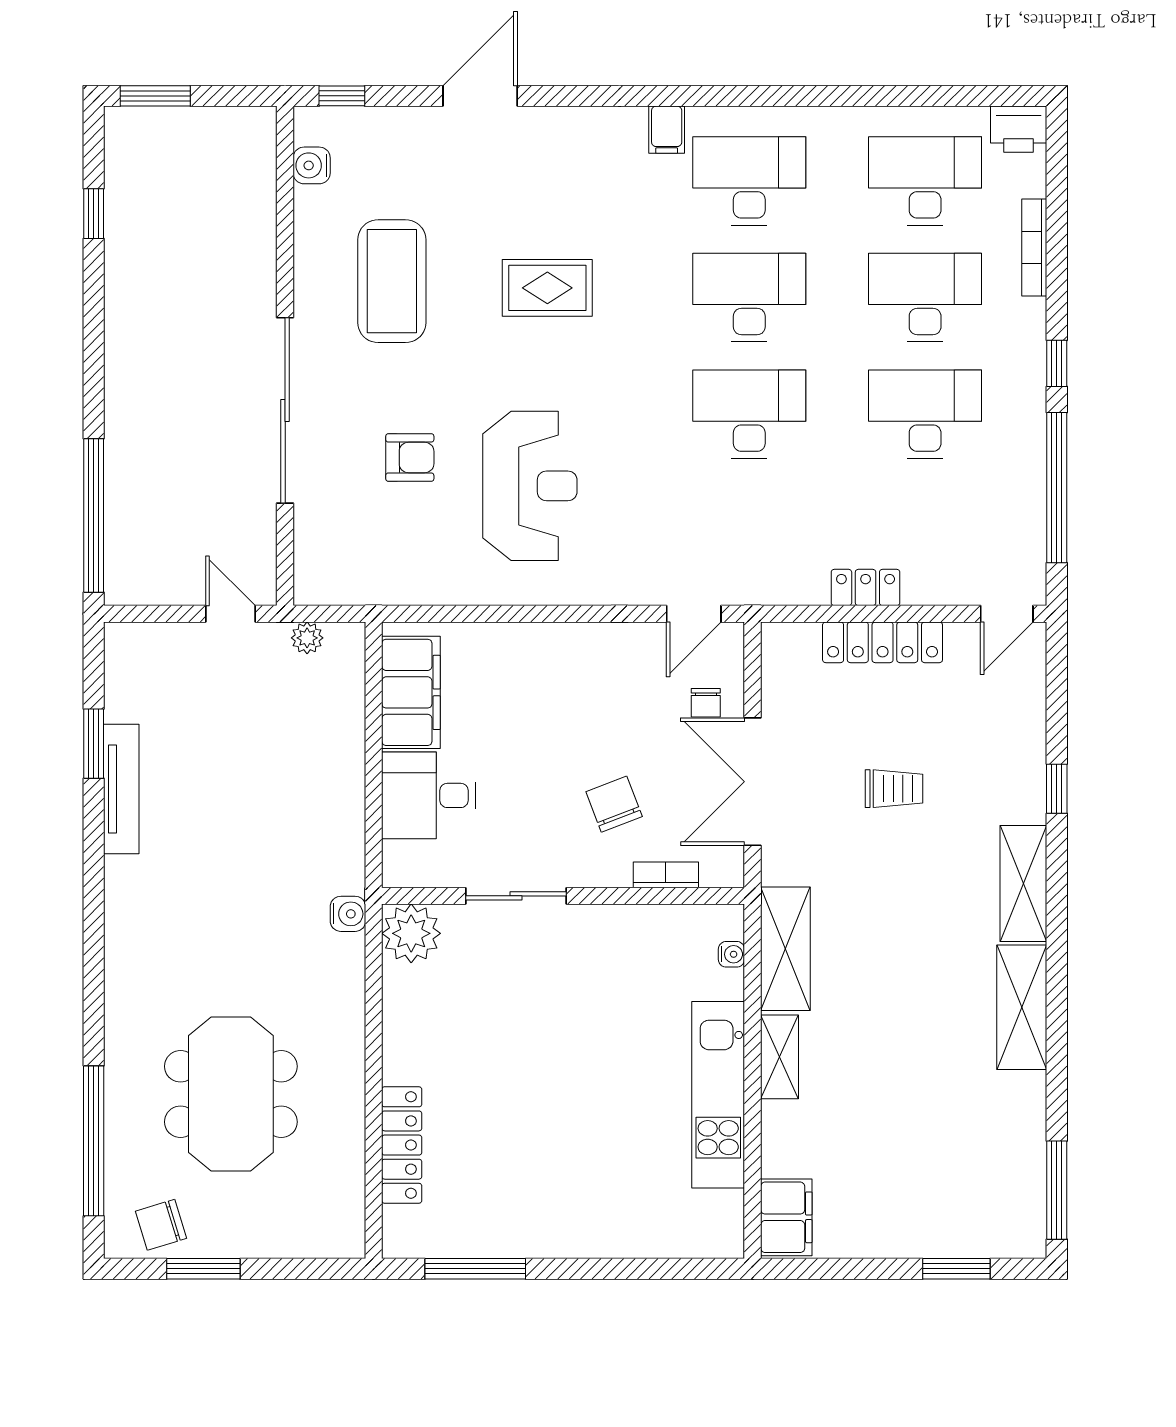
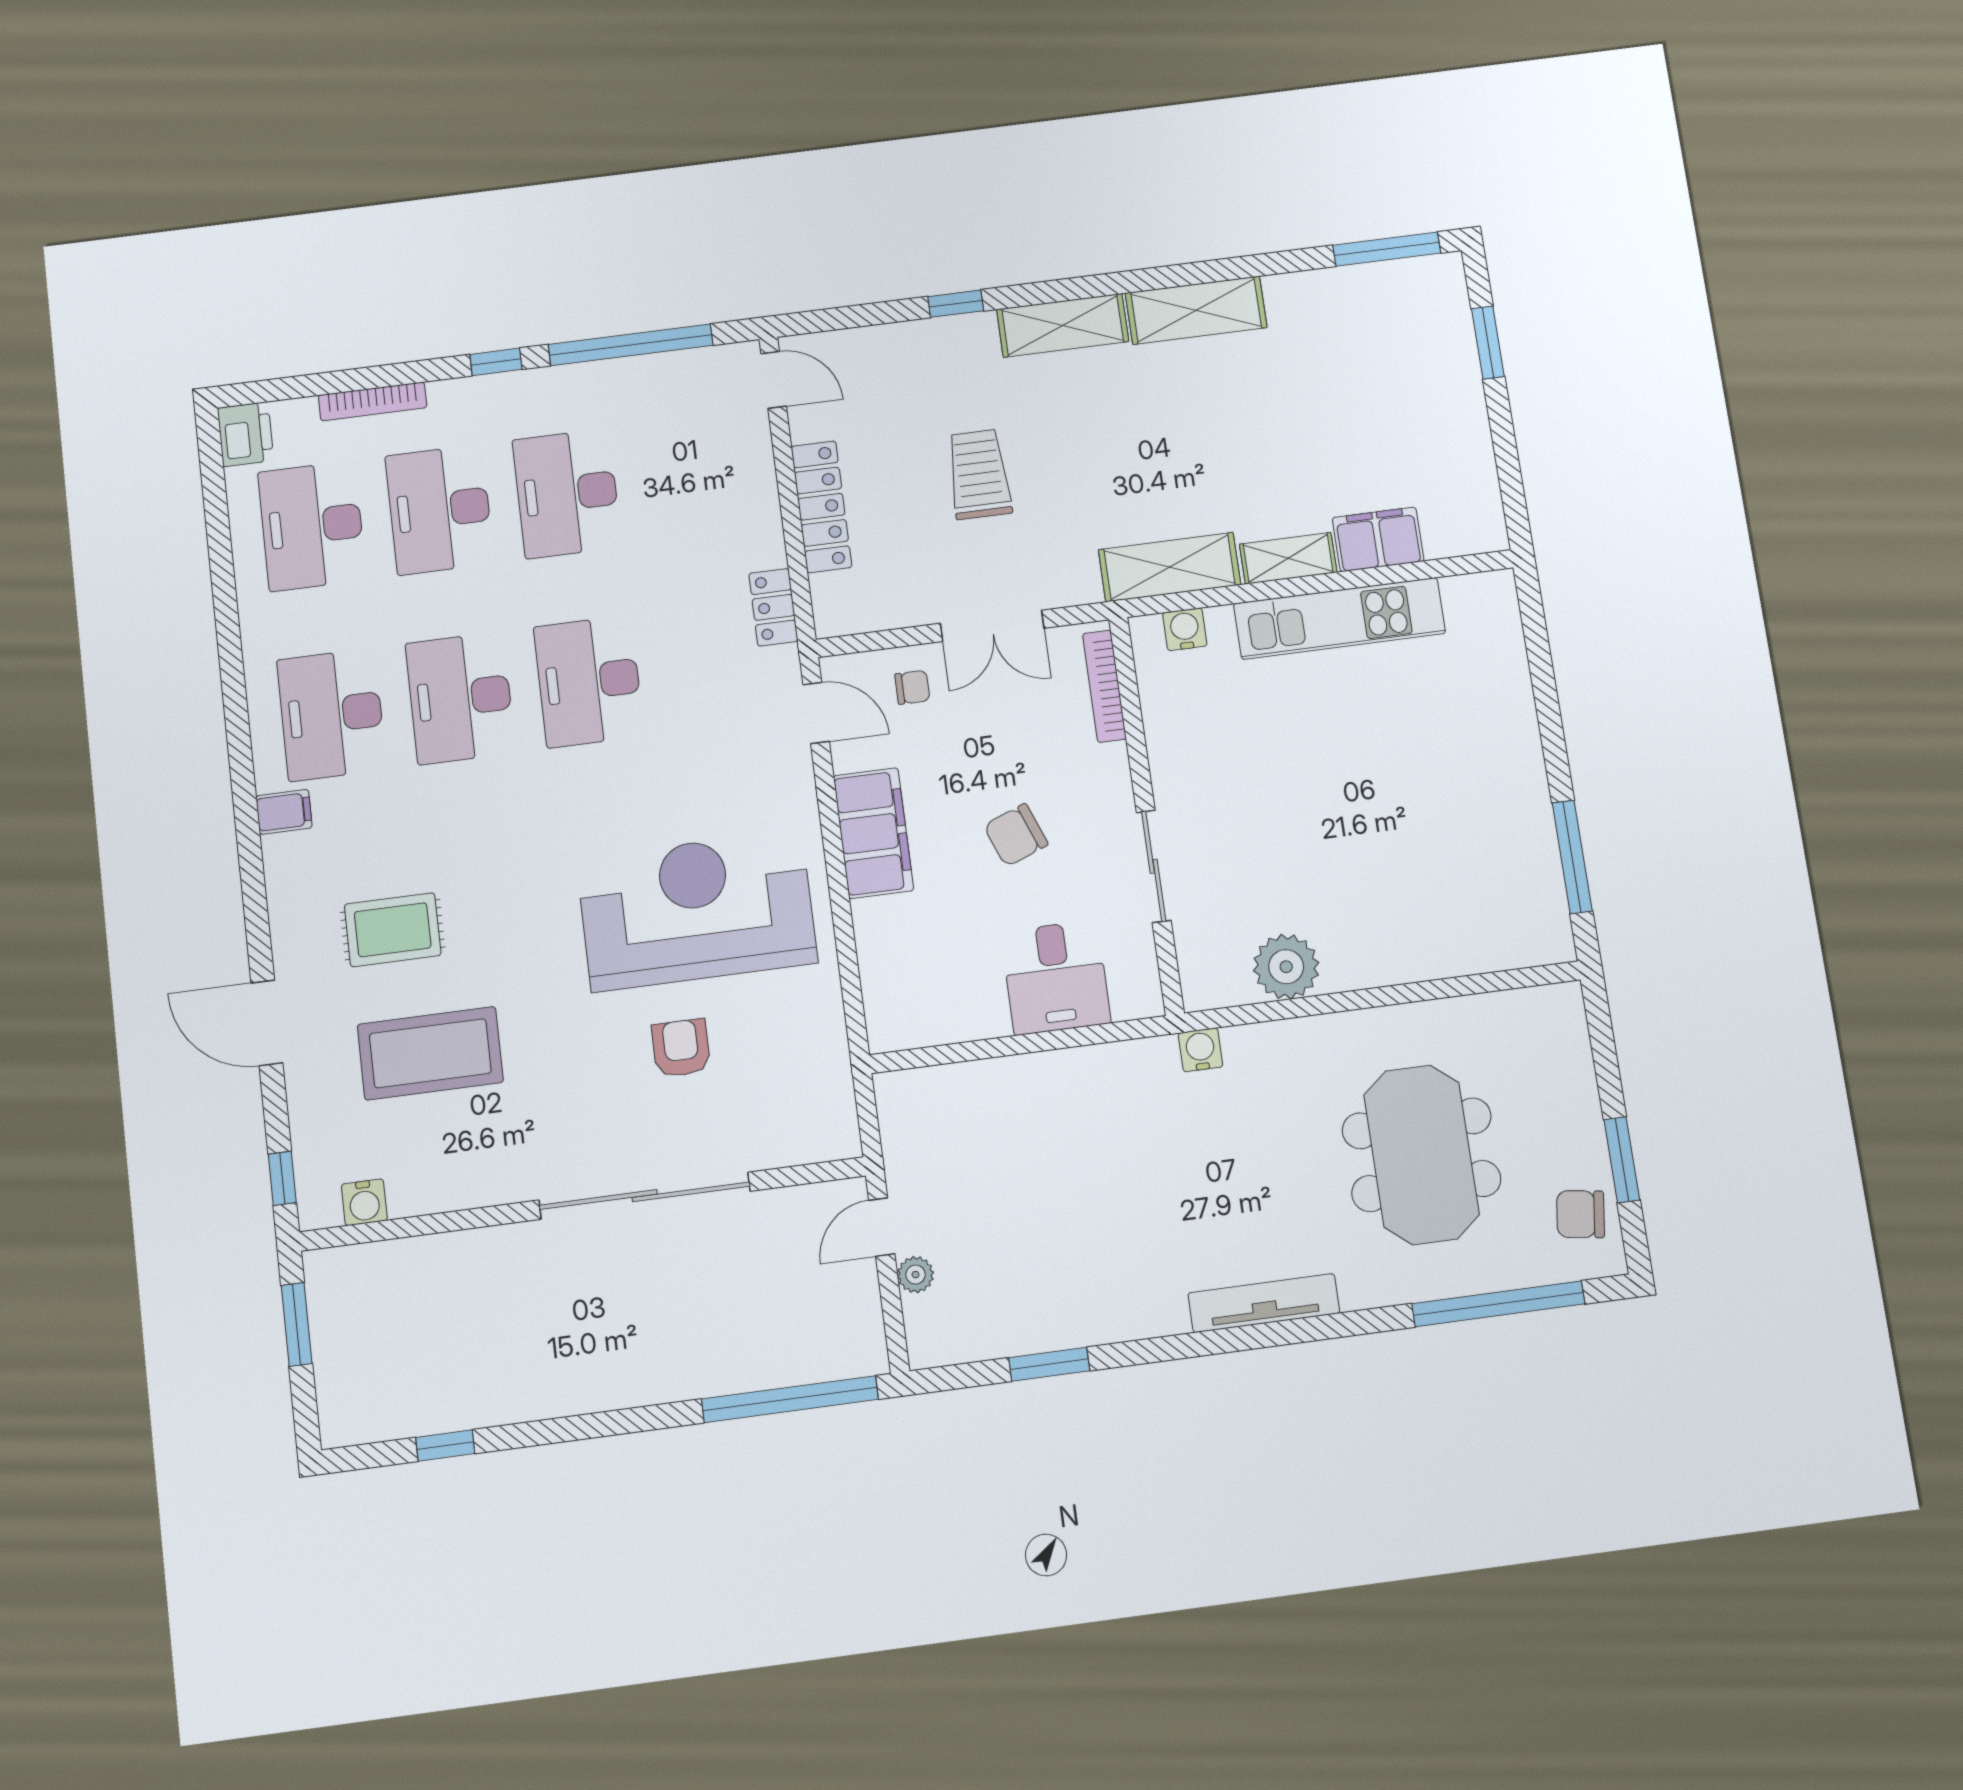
window: (155, 96) -> (297, 1324), moved
coffee table: (392, 281) -> (430, 1053), moved
rug: (547, 288) -> (393, 930), moved, turned 90
reception desk: (530, 486) -> (697, 910), width x1.36, depth x1.30
locker: (866, 587) -> (773, 607), moved
plant: (307, 638) -> (916, 1275), moved
filing cabinet: (411, 692) -> (873, 833), moved, turned 90
double door: (753, 782) -> (992, 626), width x0.73
tv unit: (121, 789) -> (1264, 1303), moved
trolley: (894, 789) -> (979, 474), width x1.36, depth x1.39
chair: (614, 804) -> (1016, 835), moved
bookcase: (666, 875) -> (1104, 686), width x1.56
plant: (411, 933) -> (1286, 967), moved
water cooler: (731, 954) -> (1185, 629), width x1.38, depth x1.38
meeting table: (231, 1094) -> (1421, 1155), turned 90
locker: (402, 1145) -> (1448, 956), removed
filing cabinet: (786, 1217) -> (1378, 539), moved
chair: (161, 1225) -> (1580, 1214), turned 115

